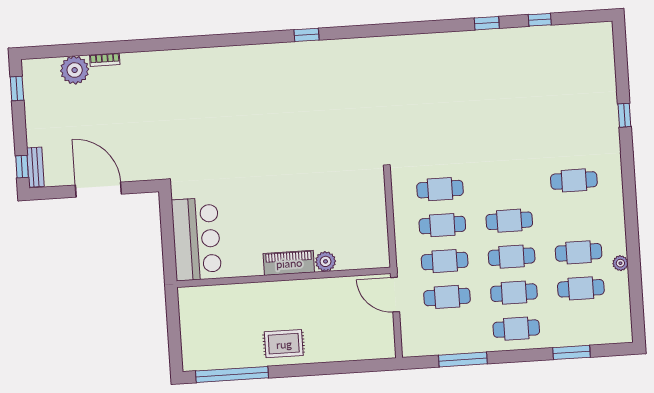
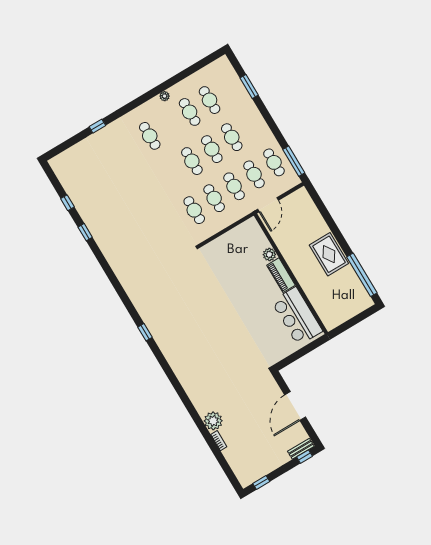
plant: (75, 70) -> (213, 421), moved
bar counter: (196, 239) -> (297, 316), moved, turned -90
plant: (620, 263) -> (165, 96), moved
cafe table: (516, 329) -> (274, 162), moved
rug: (284, 344) -> (329, 254), width x1.36, depth x1.43
window: (463, 360) -> (294, 161), moved

